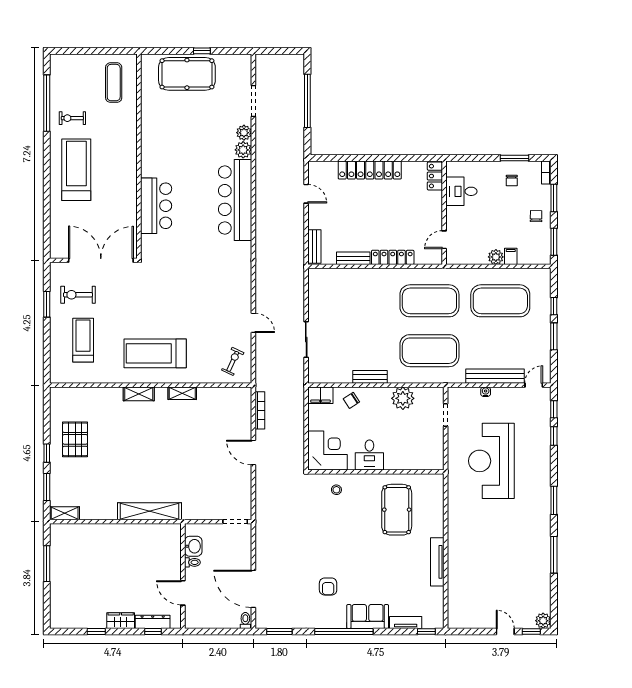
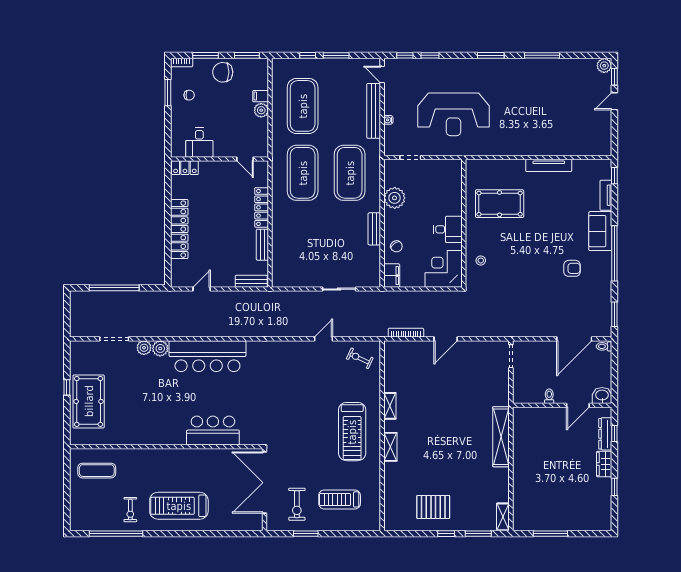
chair: (536, 216) -> (223, 72), width x1.87, depth x1.87
washbasin: (193, 546) -> (602, 396), moved

